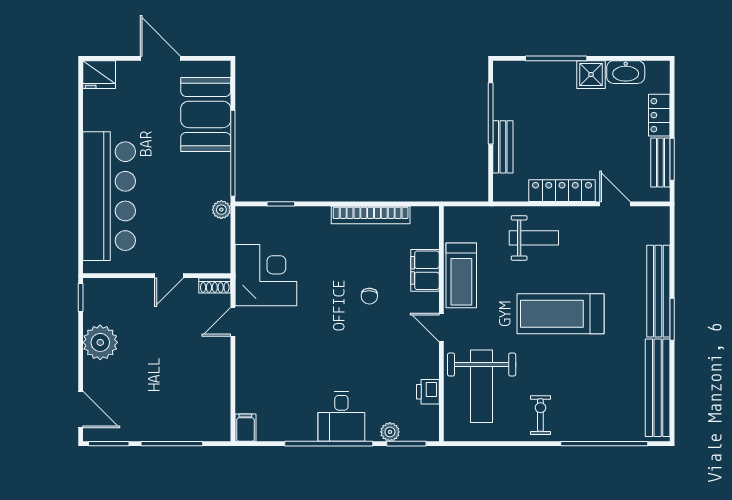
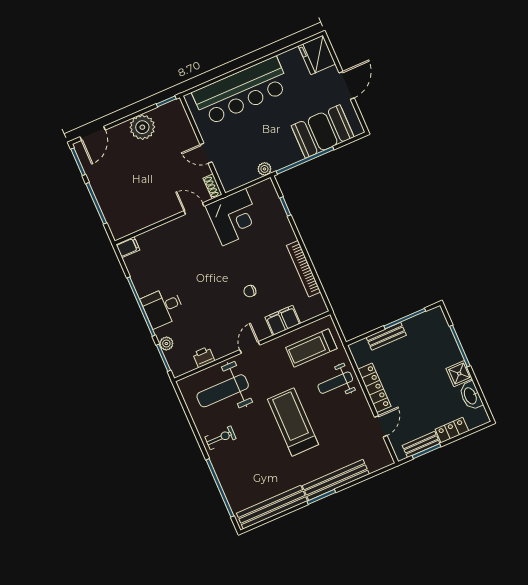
fridge: (99, 75) -> (317, 55), width x1.36, depth x1.34
weight bench: (534, 238) -> (335, 383), turned 90
treadmill: (461, 275) -> (311, 348), moved

